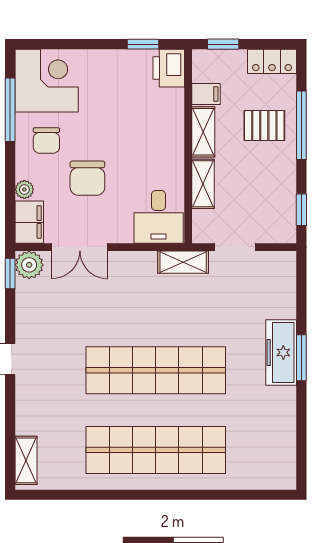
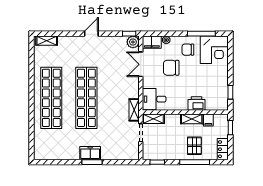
printer: (169, 68) -> (196, 104), moved
shelving: (203, 184) -> (153, 119), moved
freezer: (281, 352) -> (90, 153), width x0.71

